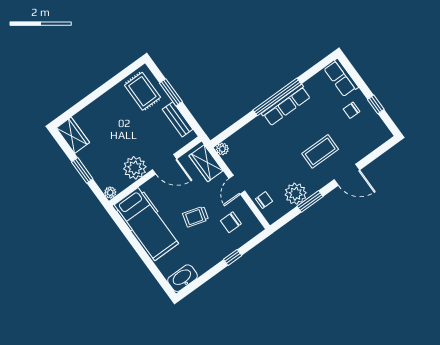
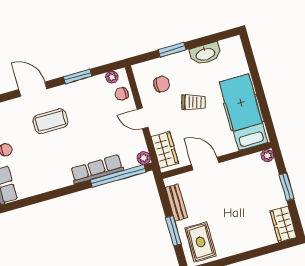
window: (277, 97) -> (118, 176), moved
row of seats: (286, 105) -> (97, 169), moved
plant: (135, 168) -> (235, 171), removed
door: (237, 185) -> (143, 118), swing flipped
plant: (296, 194) -> (112, 77), moved, width x0.53, depth x0.53
window: (233, 257) -> (172, 50), width x1.50
washbasin: (183, 278) -> (205, 54), moved

